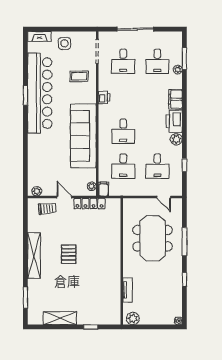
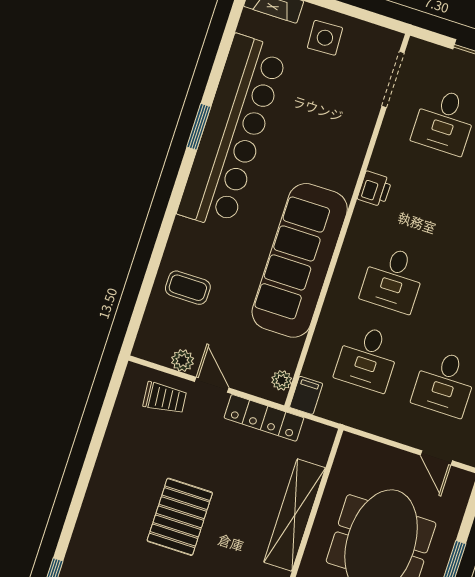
coffee table: (79, 76) -> (188, 288), moved
plant: (37, 191) -> (182, 361), moved
pallet: (69, 254) -> (180, 517), width x1.50, depth x1.42
shelving: (34, 256) -> (295, 515), moved

